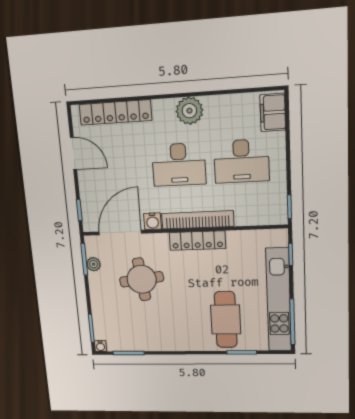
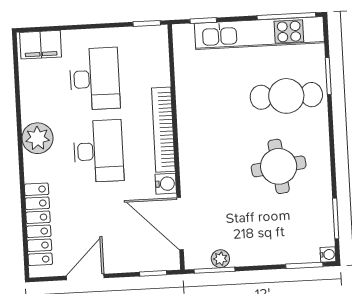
locker: (197, 241) -> (188, 130), removed
round table: (142, 279) -> (279, 166), moved

